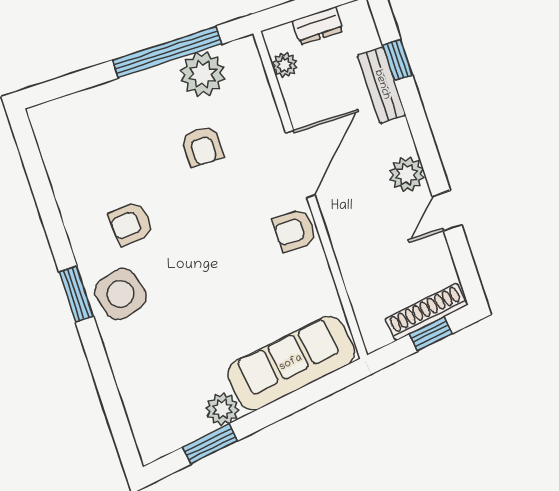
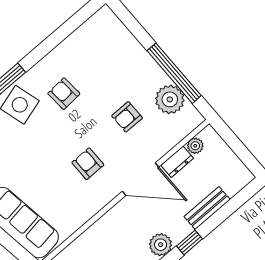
dresser: (318, 26) -> (177, 162), moved, turned -90
window: (397, 60) -> (190, 242), moved
armchair: (295, 230) -> (88, 164), moved

